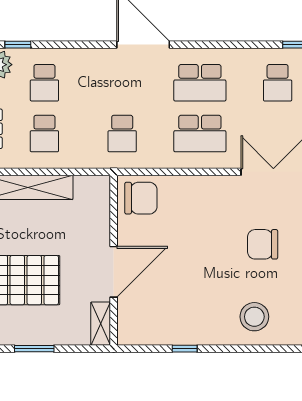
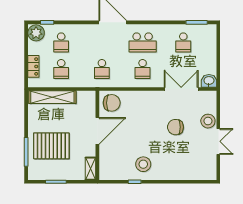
school desk: (200, 134) -> (143, 69), width x0.54
door: (114, 272) -> (97, 131), moved
stool: (254, 317) -> (143, 164), moved

